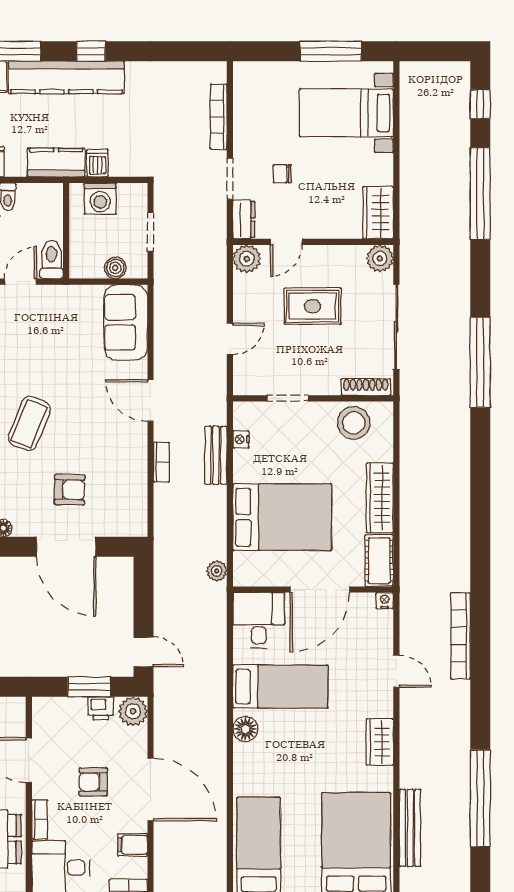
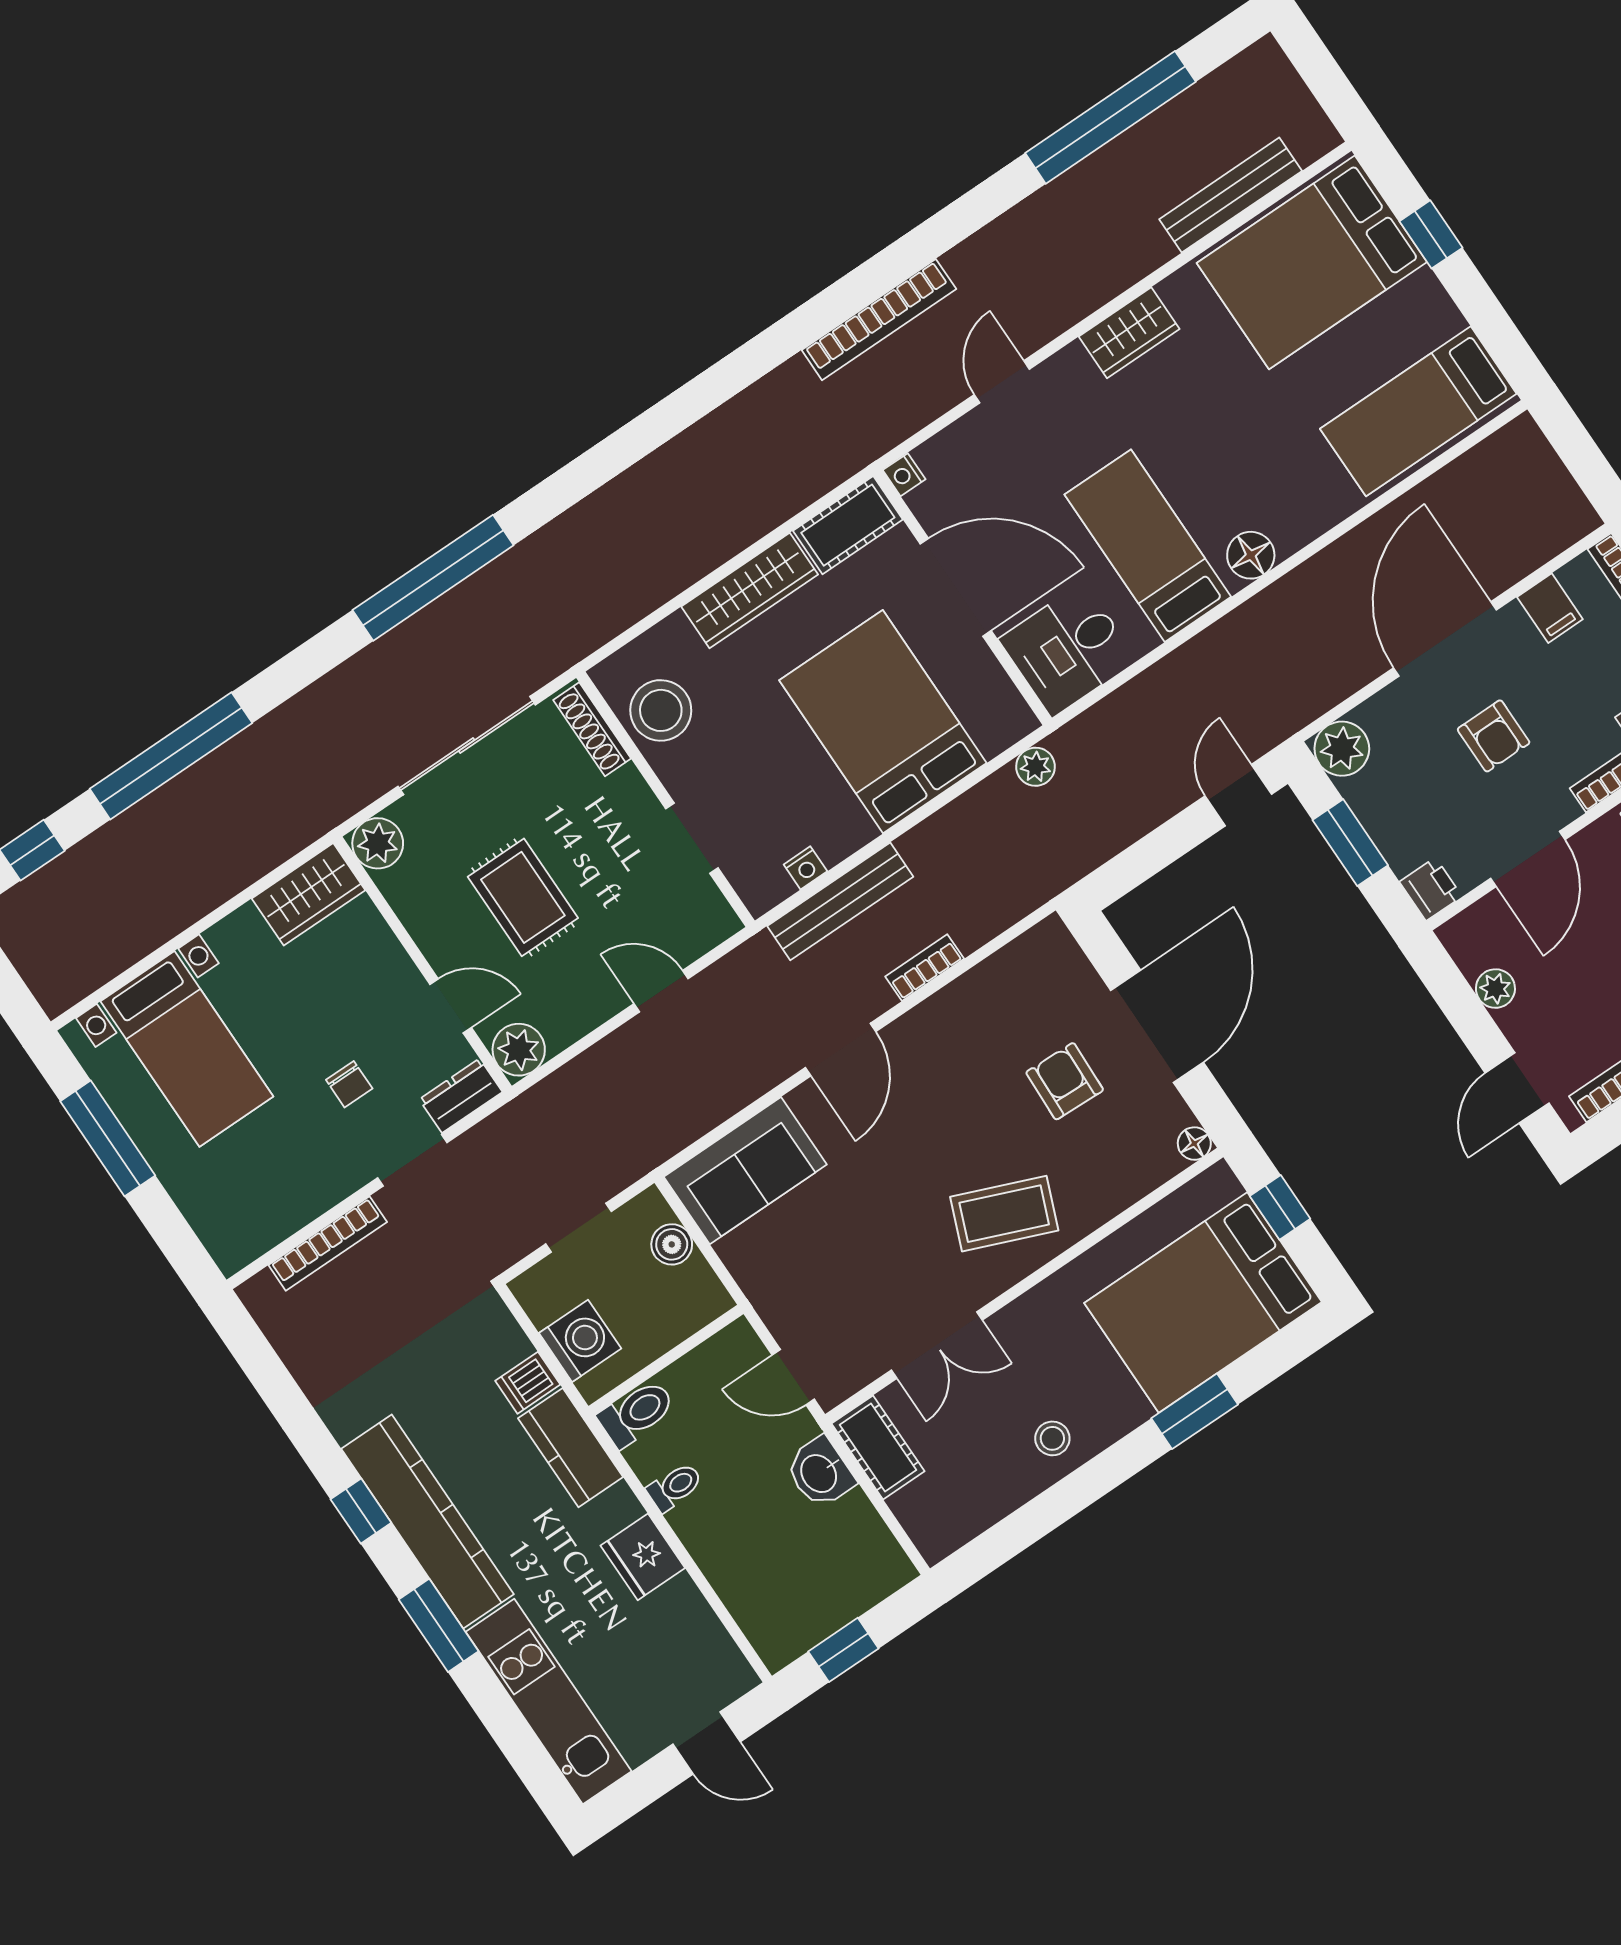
toilet: (52, 260) -> (637, 1413), moved, turned 180
bench: (216, 455) -> (840, 901), width x1.36
printer: (101, 708) -> (1431, 889), moved

